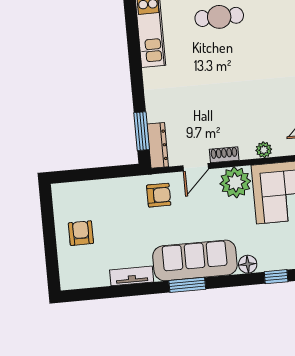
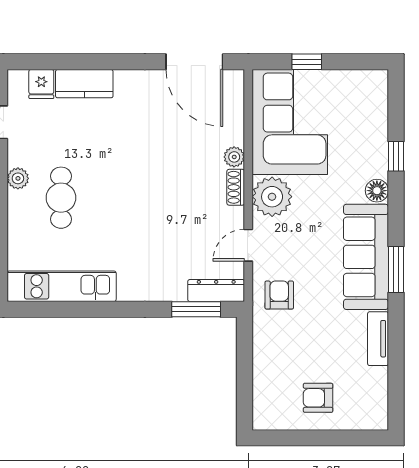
shoe rack: (224, 155) -> (236, 187), moved
door: (196, 167) -> (248, 245), swing flipped

